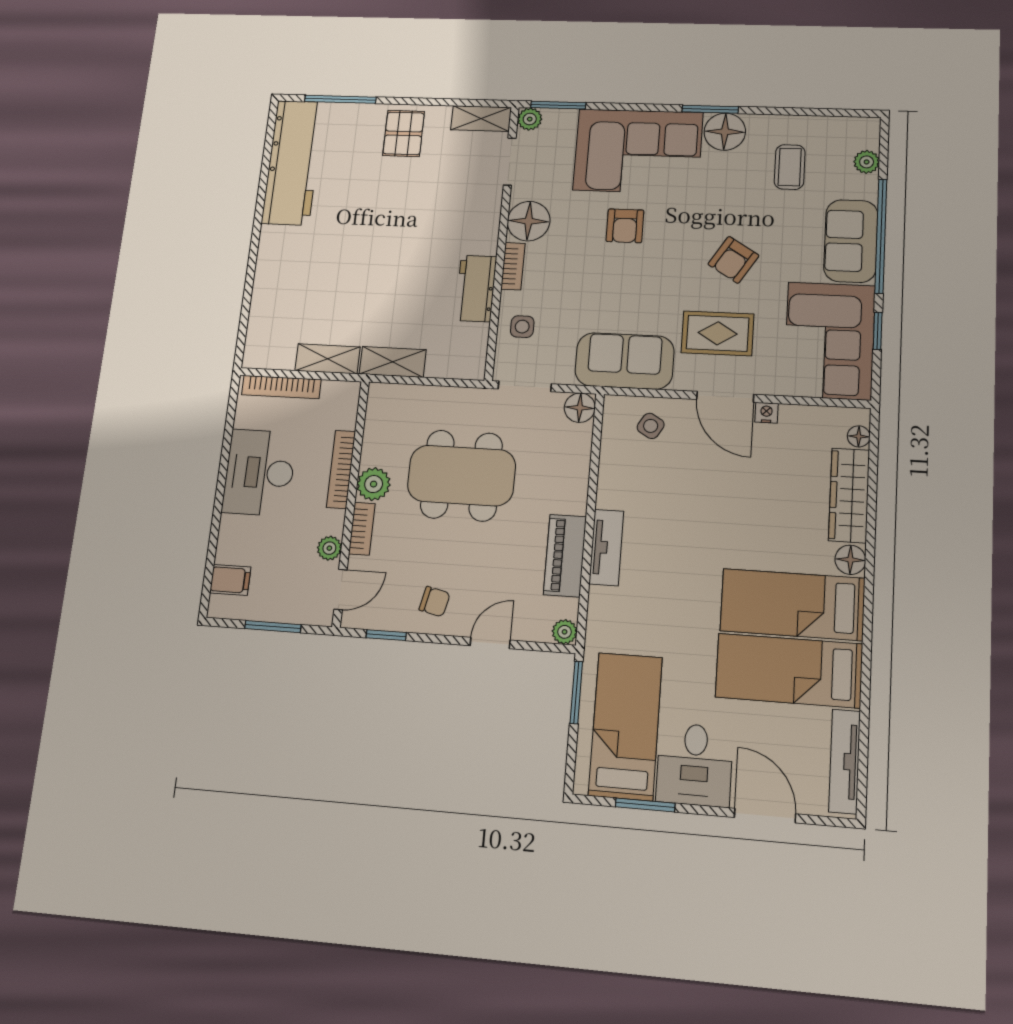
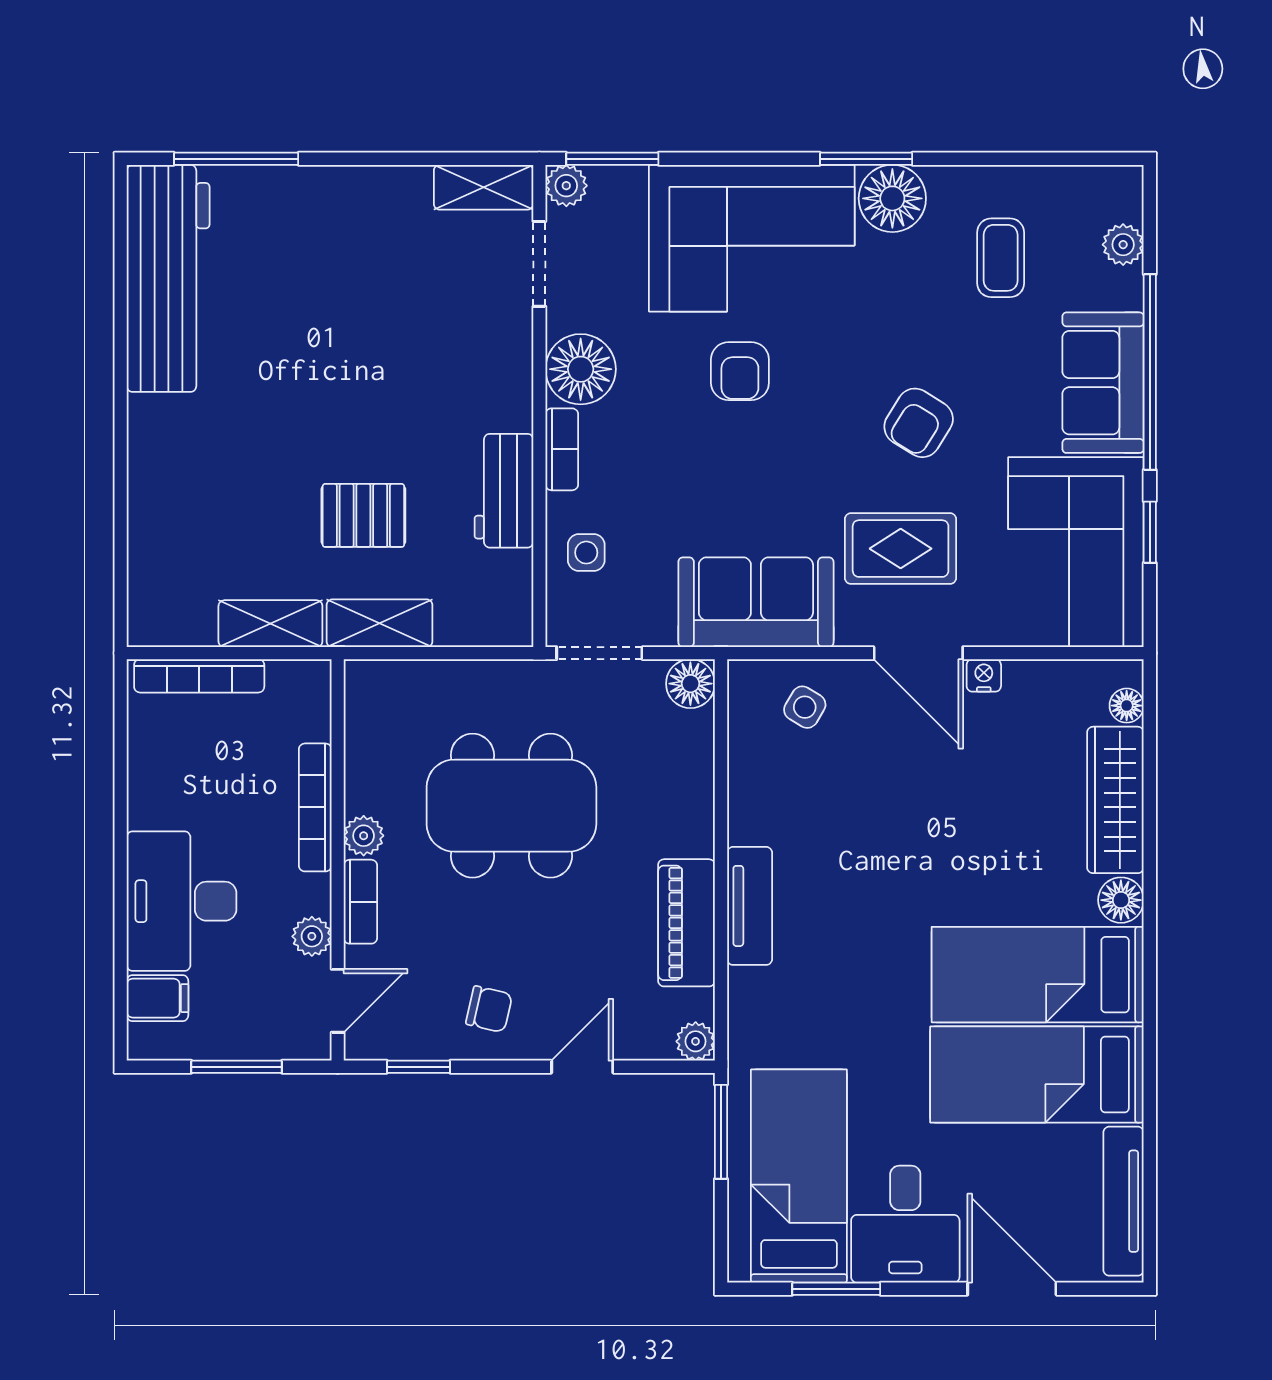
pallet: (404, 133) -> (363, 515), moved, turned 90
desk: (259, 472) -> (182, 901), moved
plant: (374, 484) -> (364, 836), width x0.73, depth x0.73

